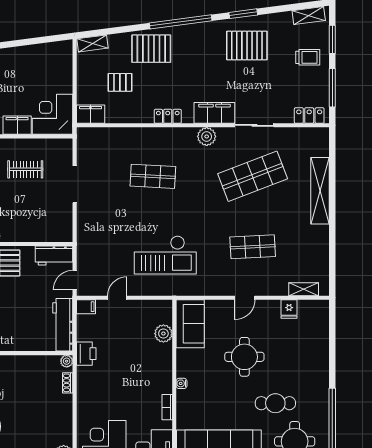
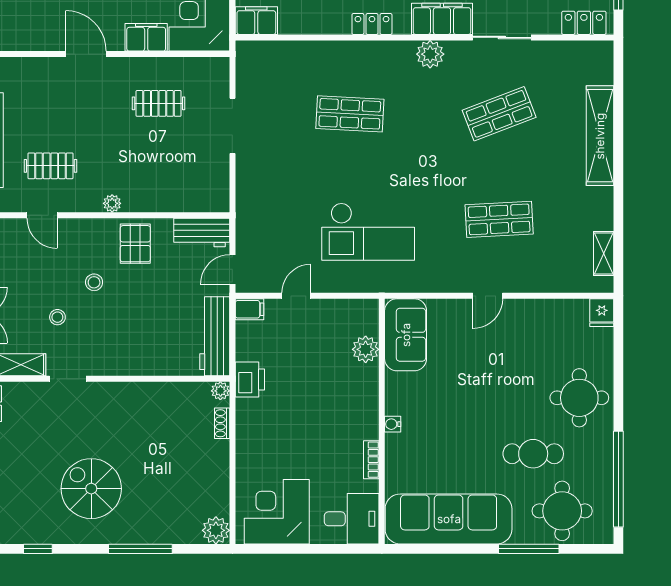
shop shelf: (253, 176) -> (499, 114), width x0.70, depth x0.74
shelving: (304, 289) -> (604, 253), moved, turned 90
fridge: (289, 309) -> (602, 313), moved
round table: (244, 357) -> (579, 398), moved

